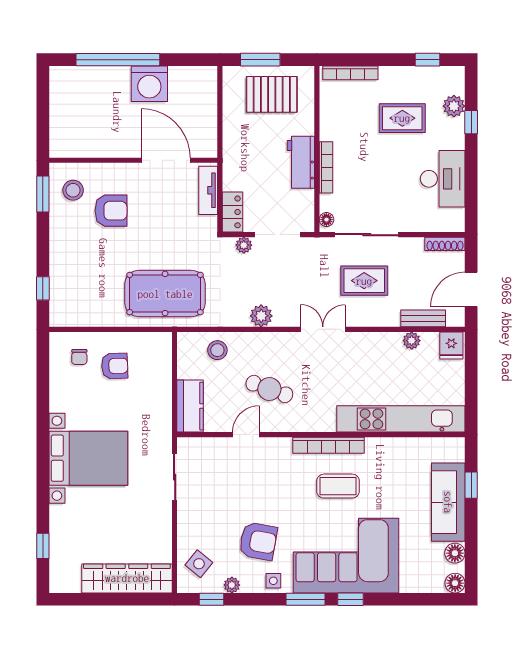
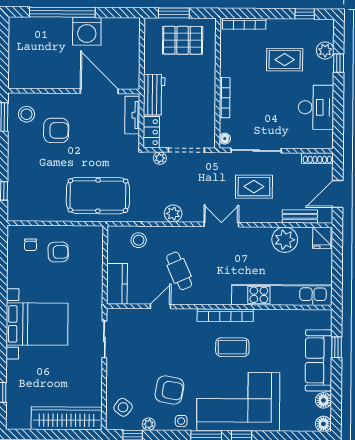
workbench: (301, 162) -> (154, 95), moved, turned 180
plant: (412, 341) -> (285, 240), width x1.88, depth x1.88
cafe table: (269, 389) -> (179, 271), turned 46

